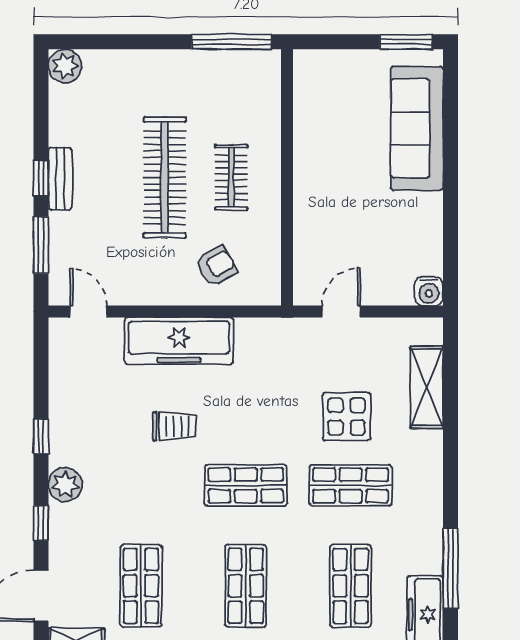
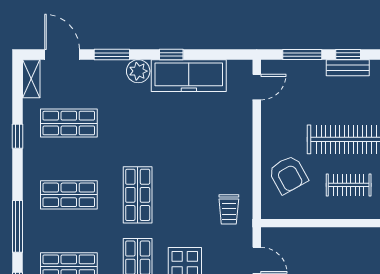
armchair: (216, 266) -> (288, 175), width x1.38, depth x1.38
freezer: (179, 341) -> (189, 76), moved, turned -90
trolley: (175, 426) -> (229, 209), moved
window: (41, 523) -> (112, 55), width x1.50

